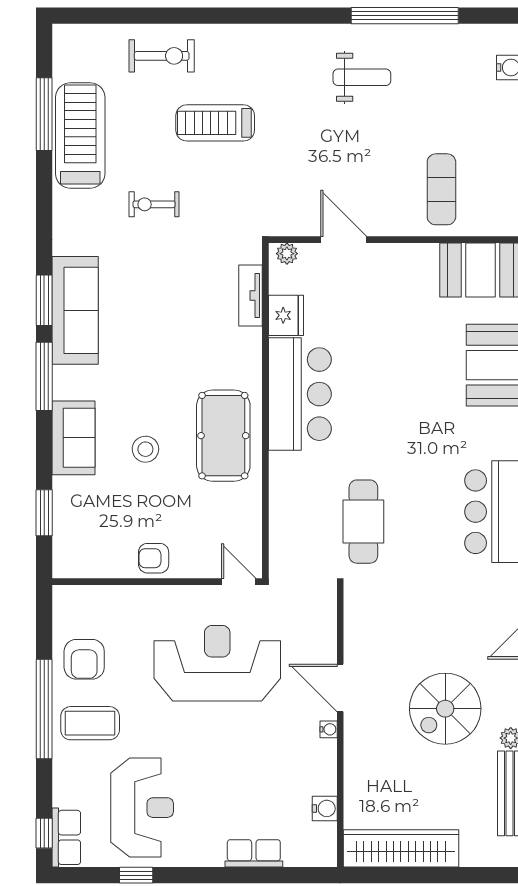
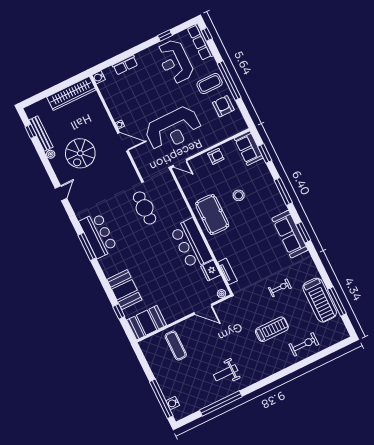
exercise bike: (162, 56) -> (304, 344), turned 180
window: (44, 376) -> (283, 191), moved
sofa: (74, 438) -> (249, 148), moved
spiral stairs: (445, 709) -> (80, 153), turned 180
water cooler: (325, 808) -> (99, 77), moved
row of seats: (66, 837) -> (200, 42), width x1.48

